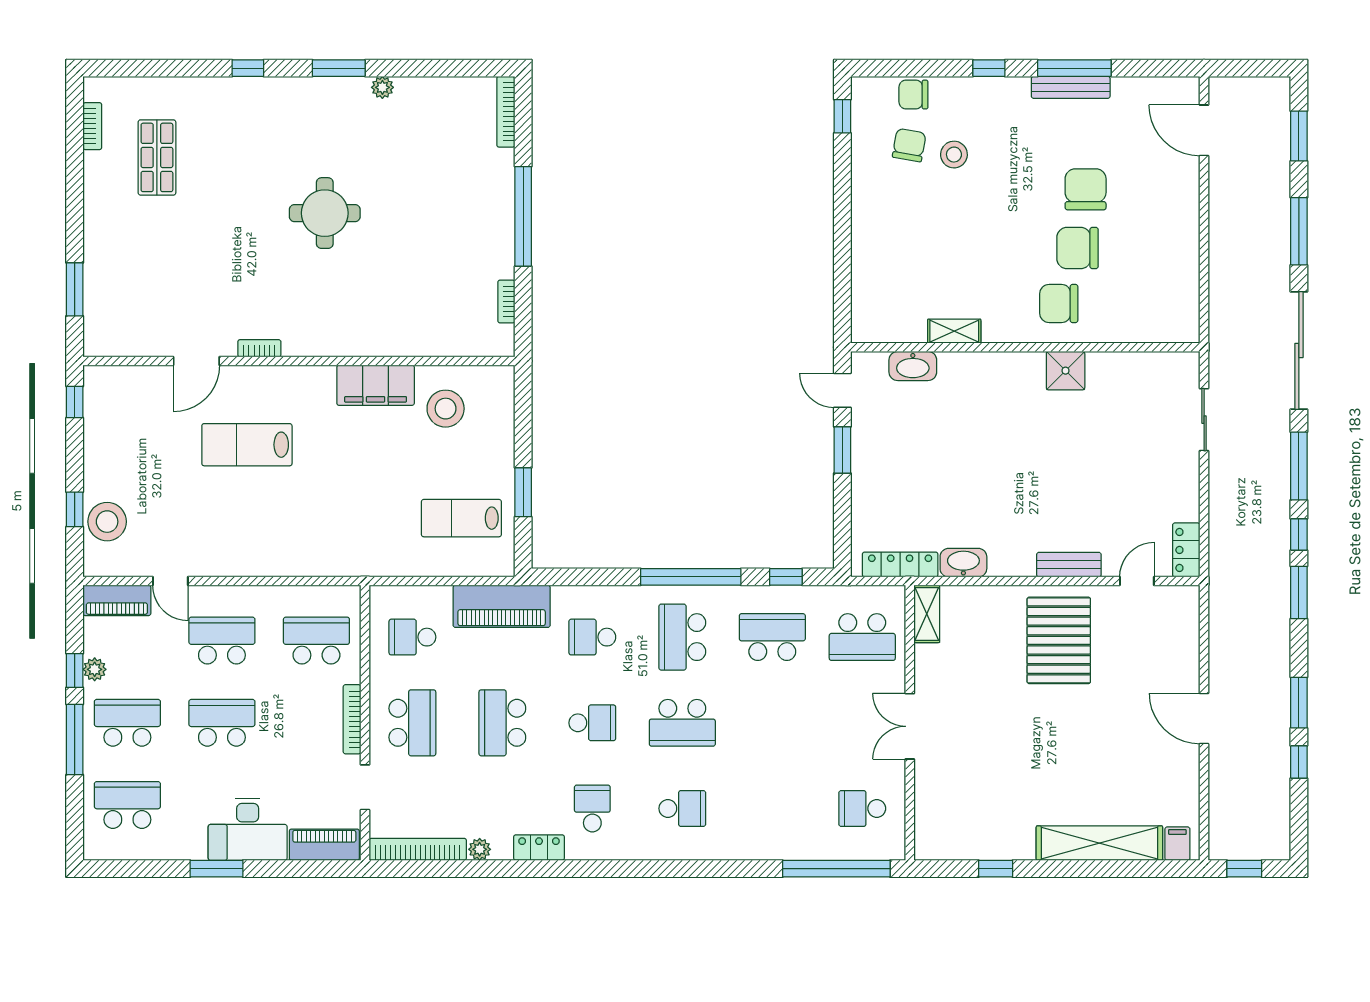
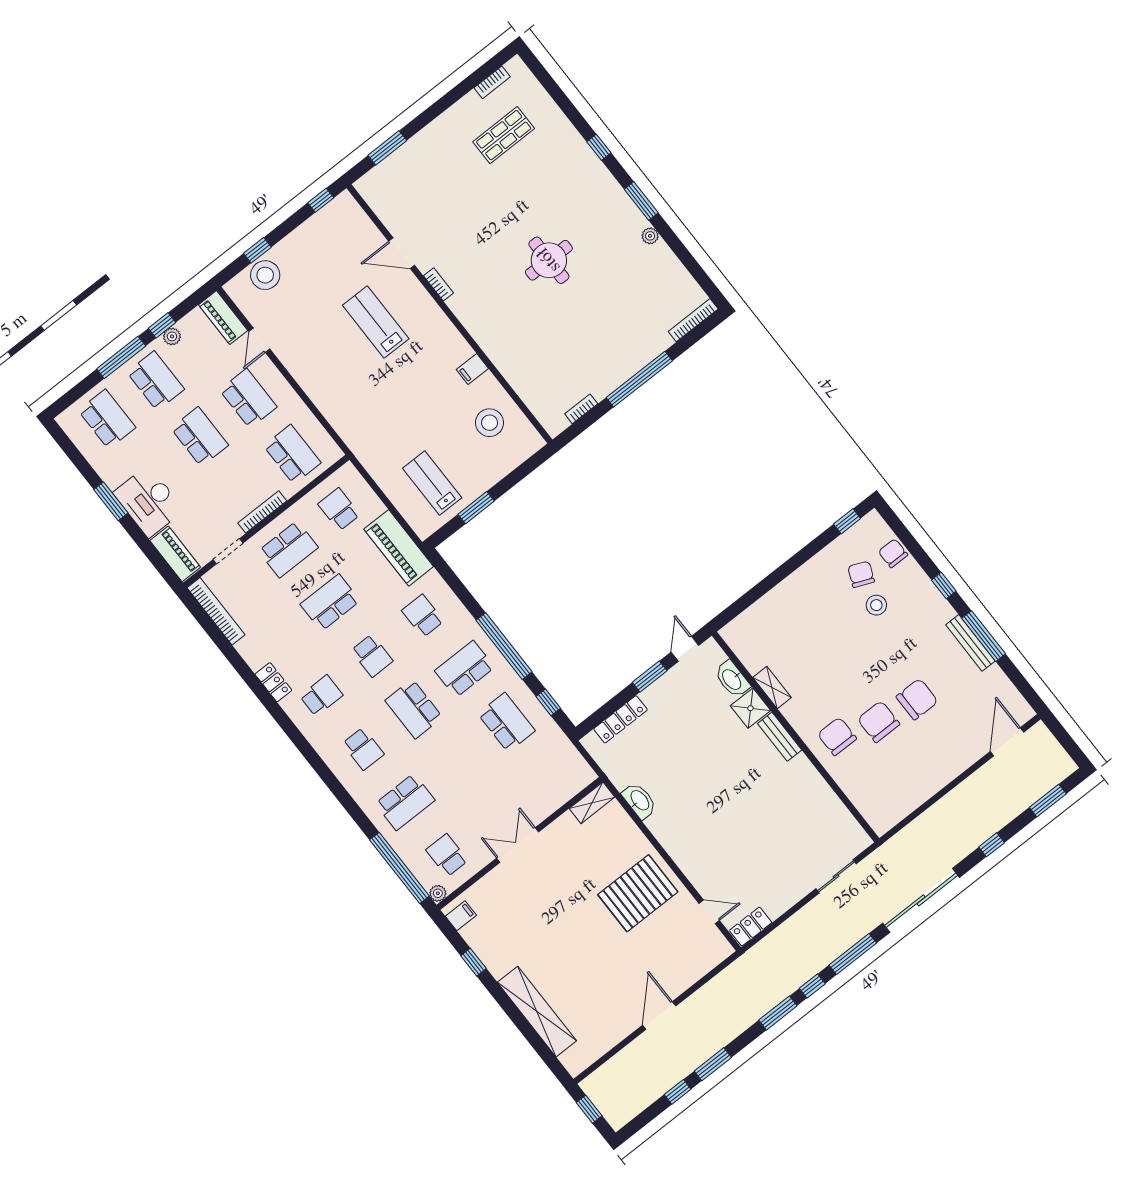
chair: (909, 145) -> (861, 574), turned -77
window: (1299, 231) -> (992, 845), width x0.46
shower: (1066, 371) -> (750, 708), moved
filing cabinet: (376, 385) -> (472, 369), width x0.33, depth x0.86
locker: (900, 564) -> (621, 719), moved, turned 90
bench: (1069, 565) -> (780, 737), moved
school desk: (862, 637) -> (405, 802), moved, turned -90
filing cabinet: (1177, 844) -> (461, 916), moved
plant: (480, 849) -> (438, 893), moved

